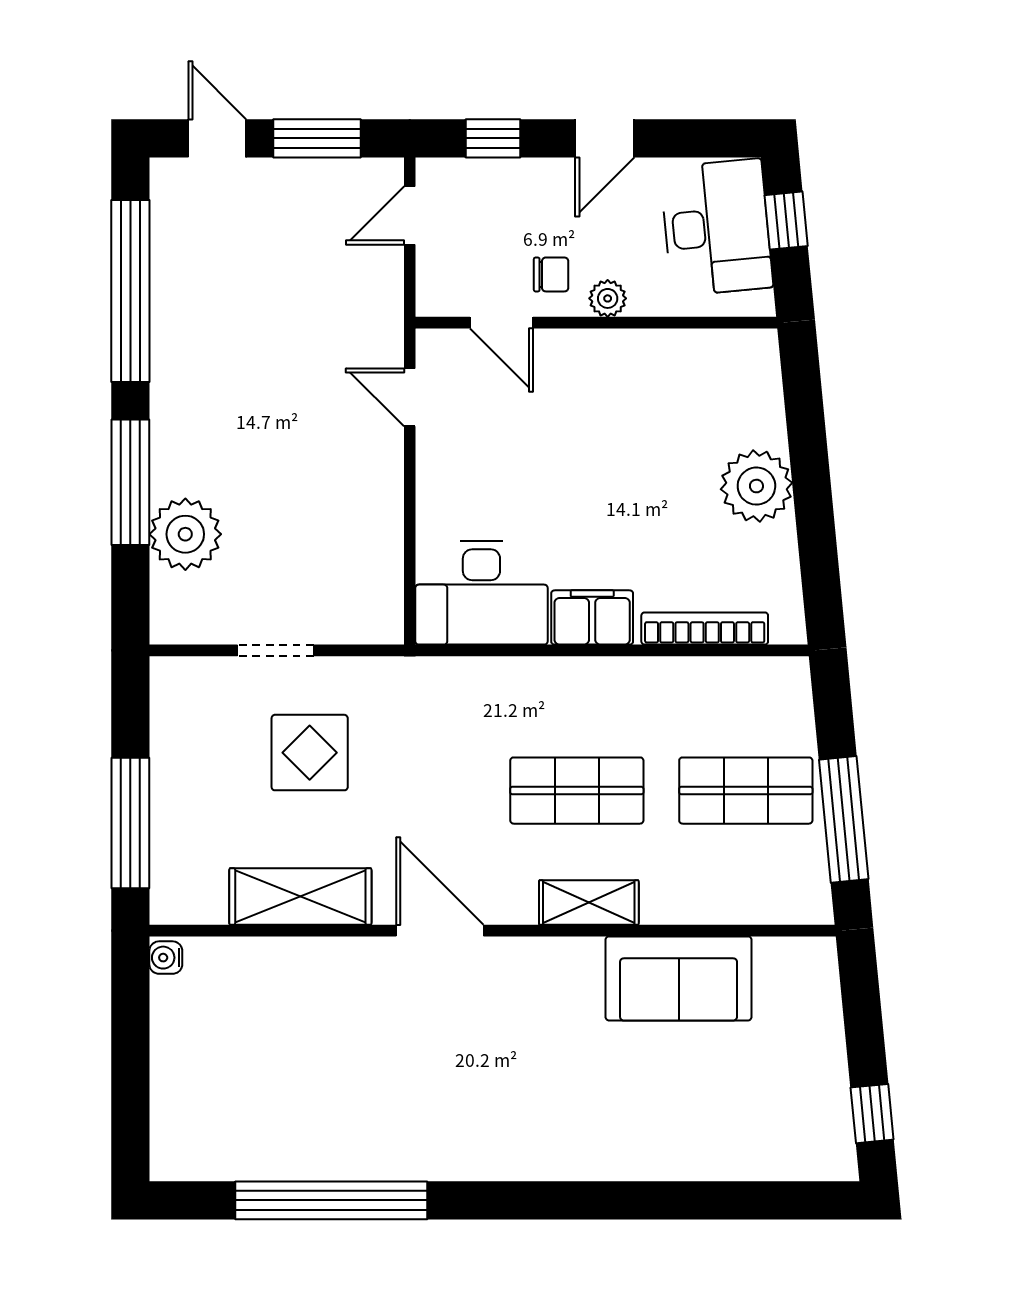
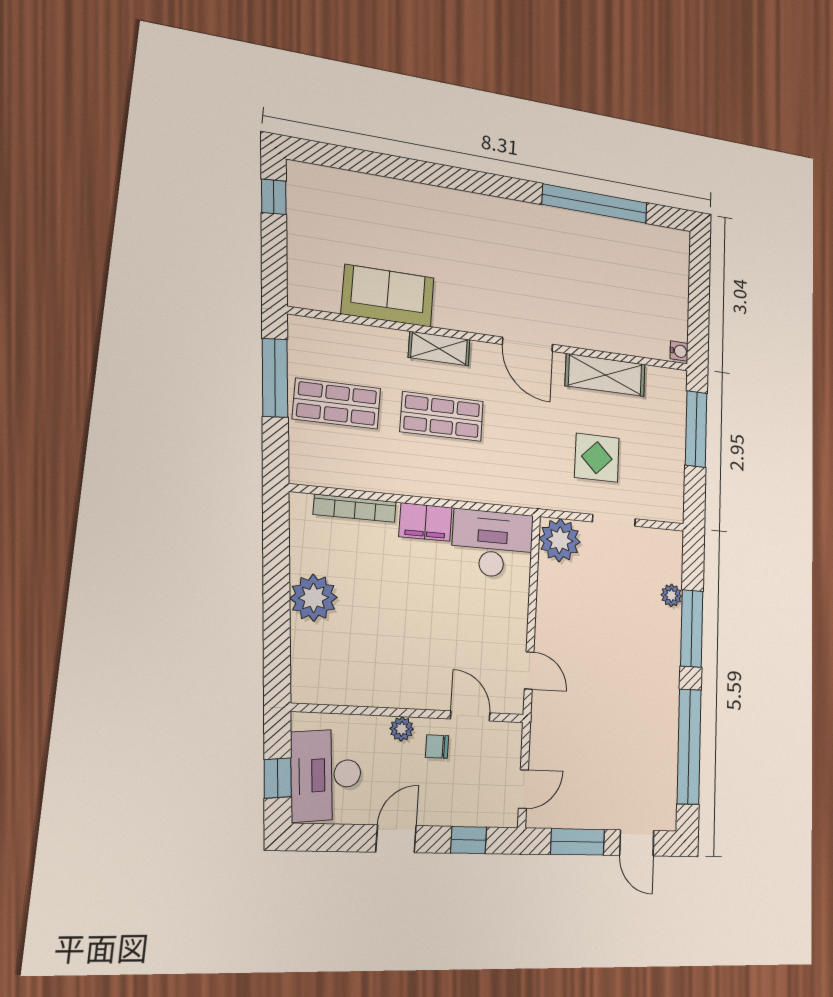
plant: (185, 534) -> (671, 595), width x0.53, depth x0.53
plant: (368, 609) -> (560, 540), added

